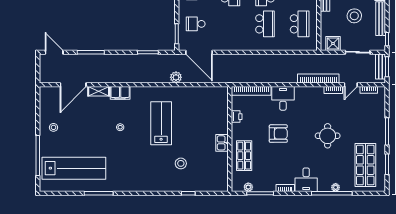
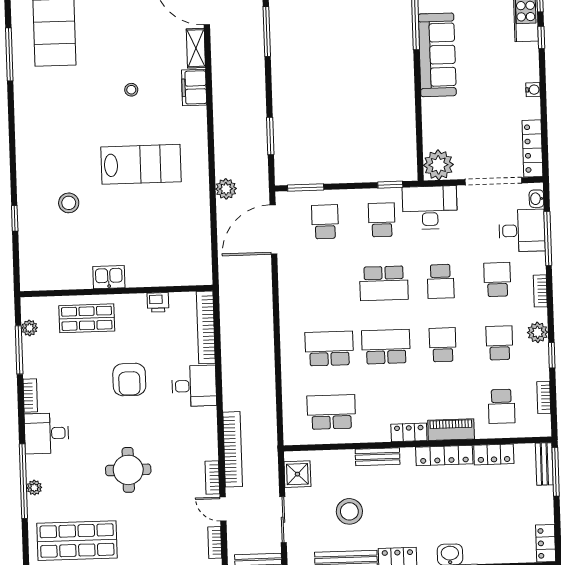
school desk: (265, 24) -> (329, 349), turned 180
school desk: (300, 24) -> (331, 412), turned 180

